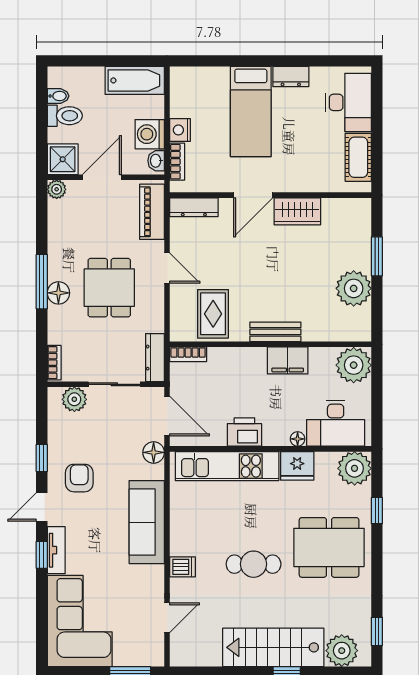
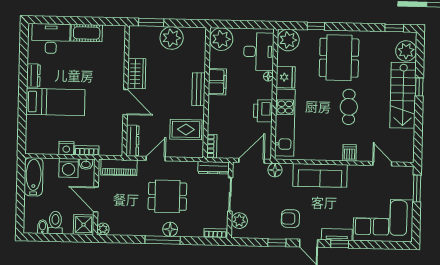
door: (253, 195) -> (125, 102), moved
wall: (271, 195) -> (126, 91), moved
dresser: (194, 207) -> (132, 141), moved
wardrobe: (297, 211) -> (137, 74), moved

